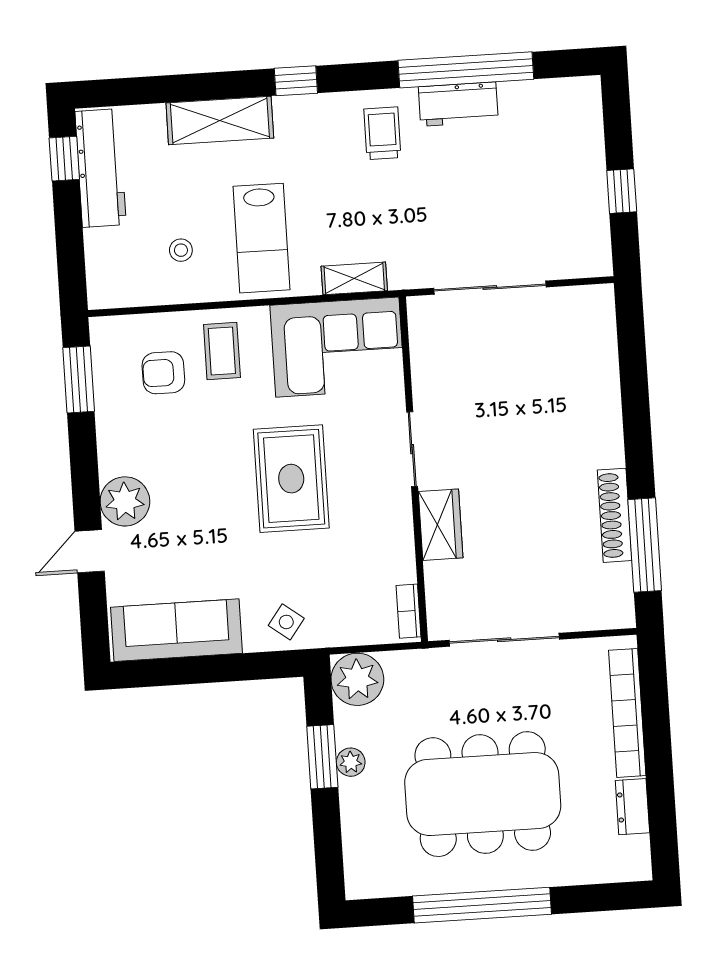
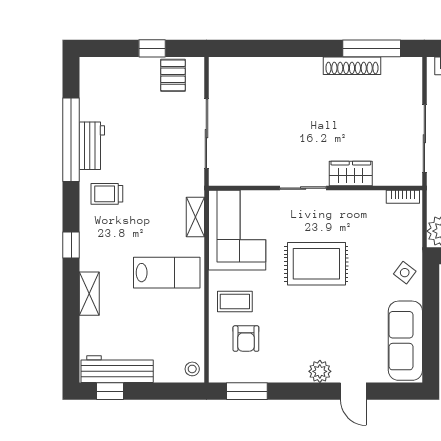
shelving: (220, 120) -> (89, 294), width x0.67, depth x0.75
pallet: (580, 227) -> (173, 75), added
stool: (181, 250) -> (192, 369), moved
plant: (125, 501) -> (320, 371), width x0.73, depth x0.73

